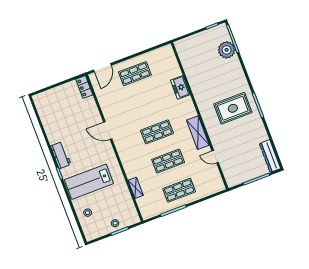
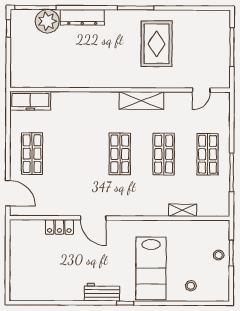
locker: (84, 87) -> (59, 227), moved
freezer: (180, 87) -> (30, 101), moved, width x1.40
rug: (233, 108) -> (157, 44), moved
door: (108, 131) -> (93, 218), hinge flipped
dresser: (270, 156) -> (82, 17), moved
door: (215, 157) -> (201, 90), moved

